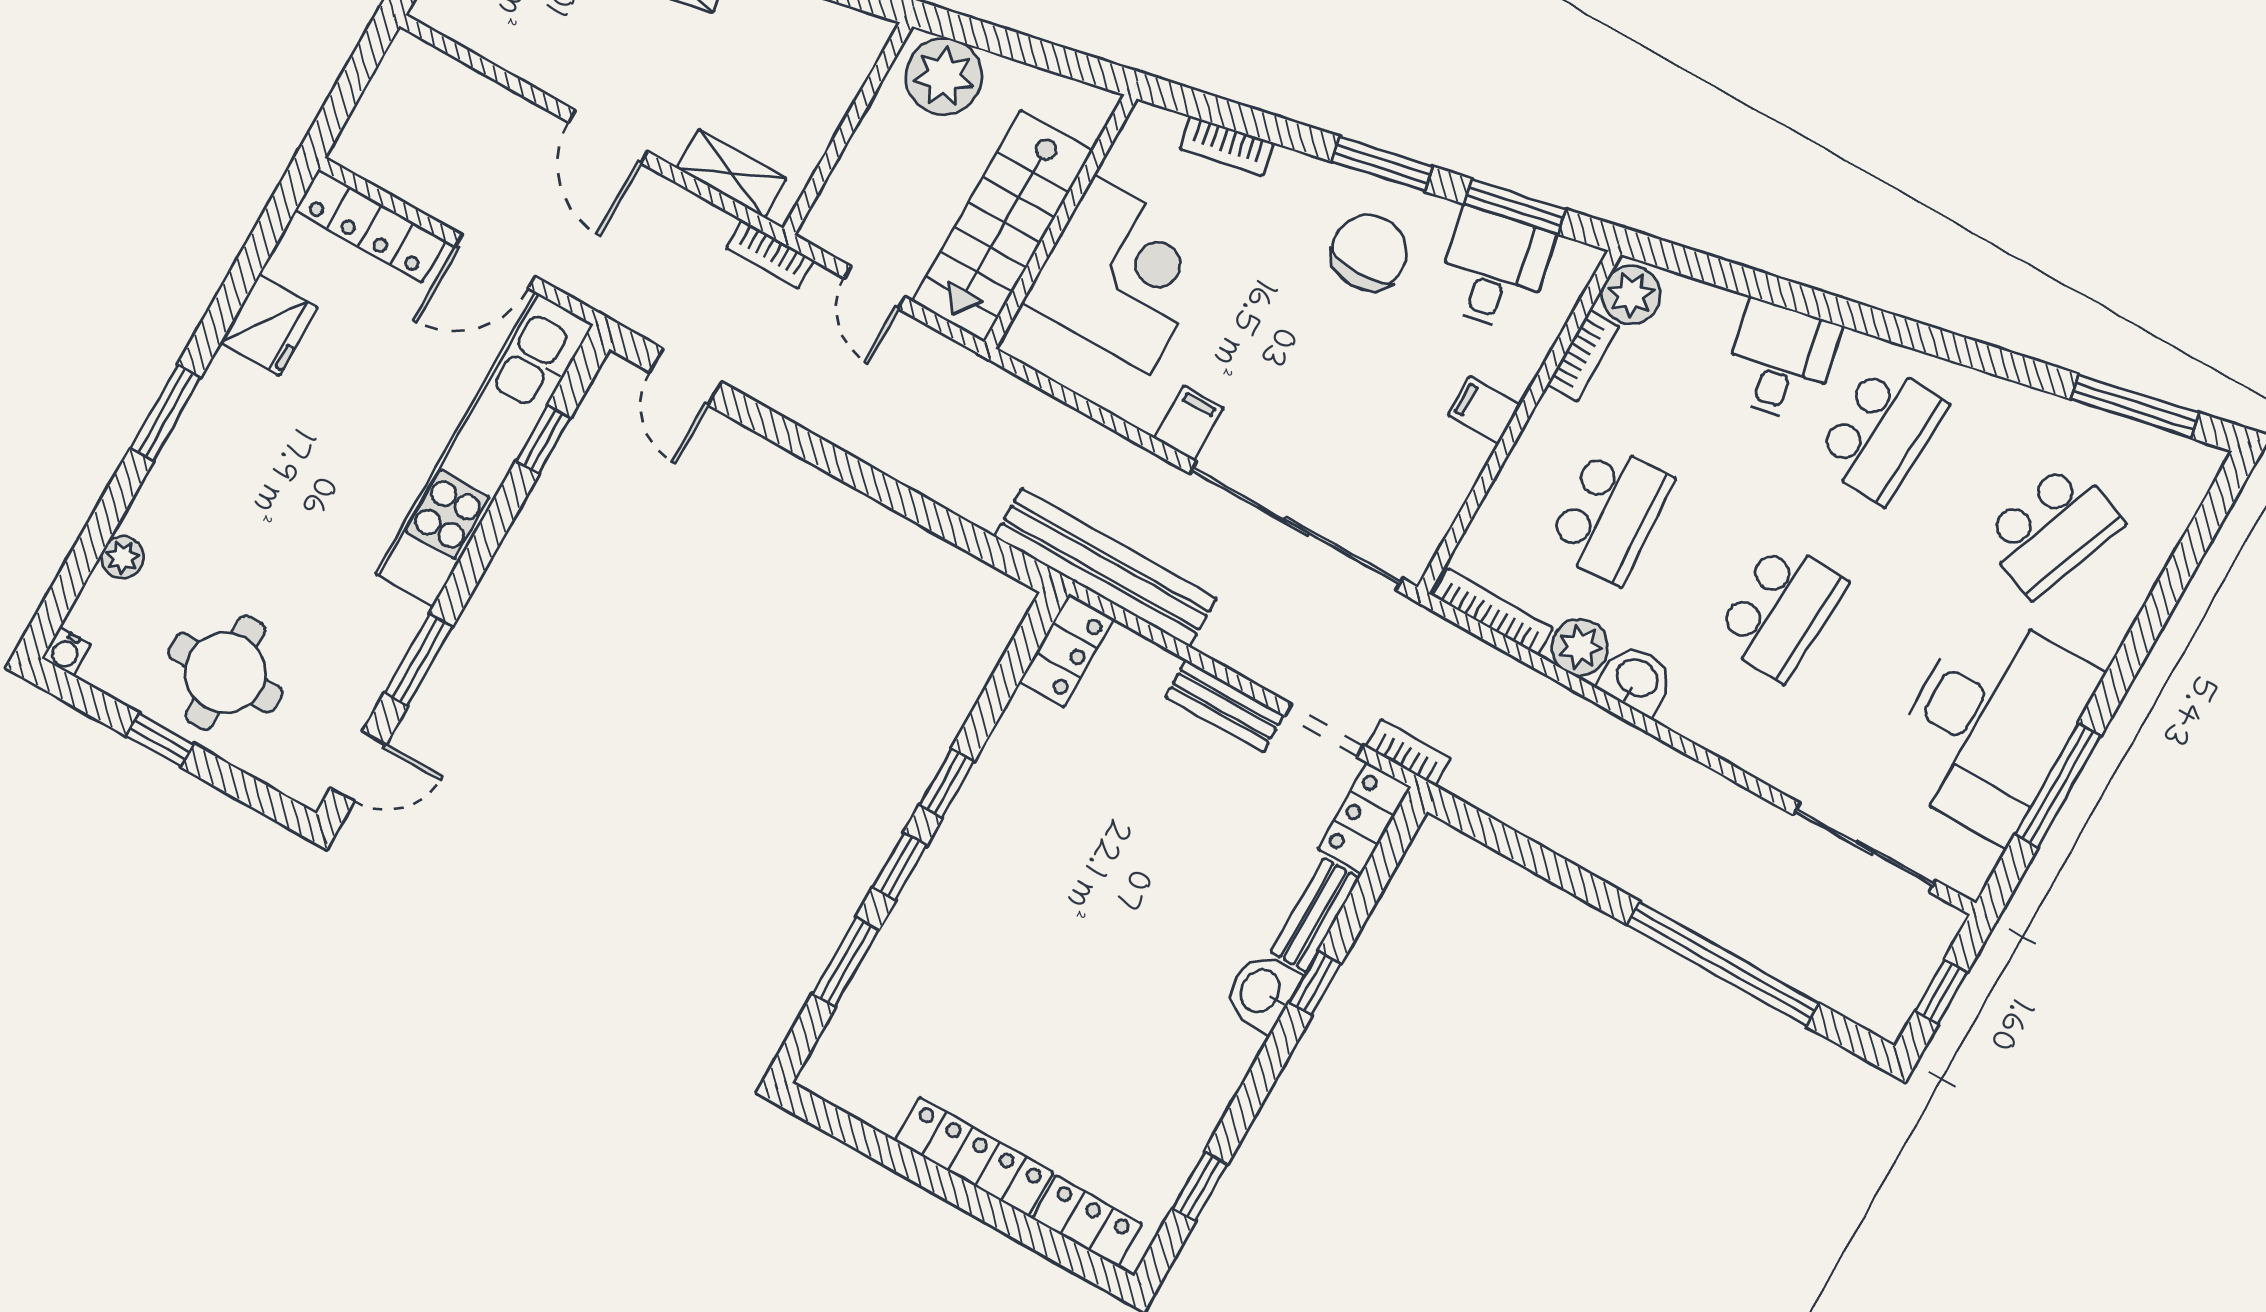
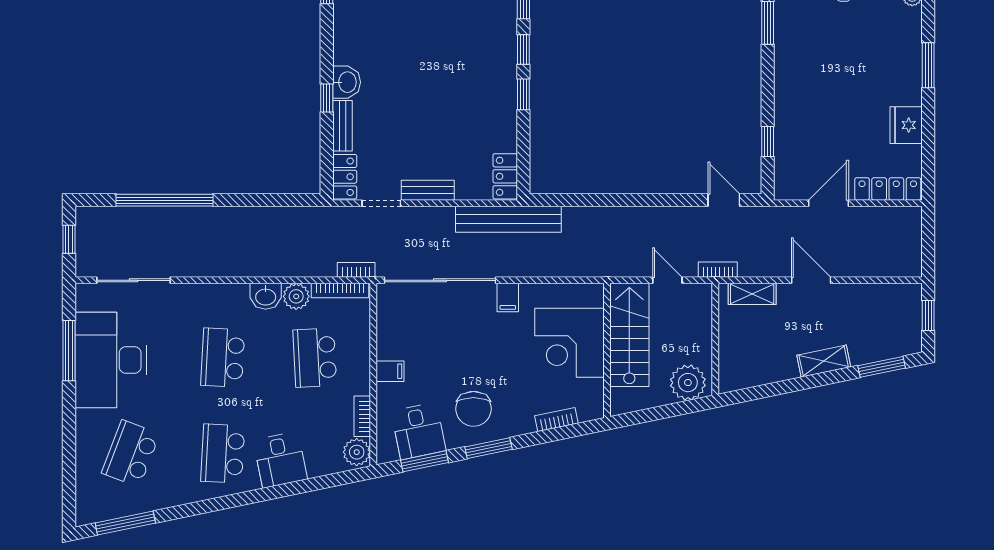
kitchen unit: (484, 449) -> (789, 124), removed
bookcase: (1408, 753) -> (356, 270), moved, turned 180

